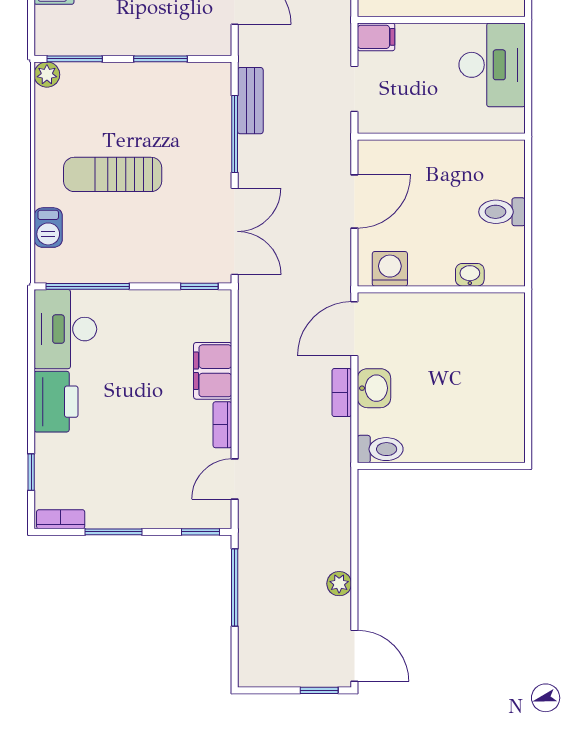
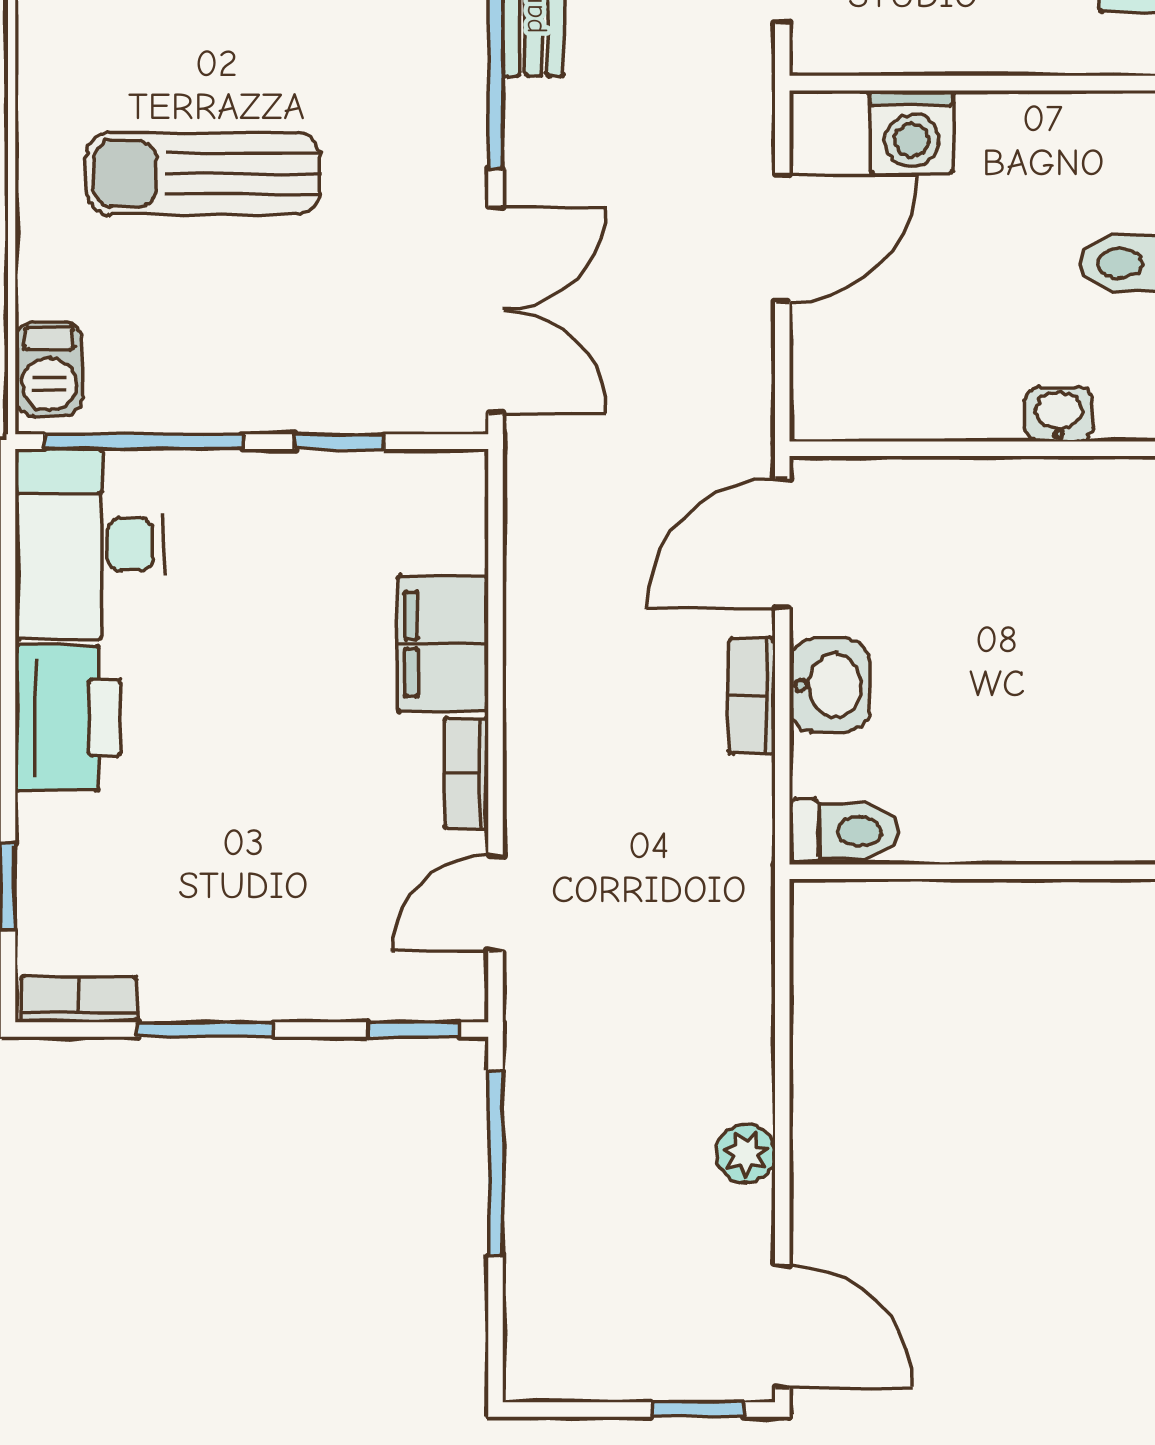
barbecue: (48, 228) -> (49, 369), moved
washing machine: (390, 269) -> (912, 132), moved, turned 180
window: (199, 286) -> (340, 442), moved

